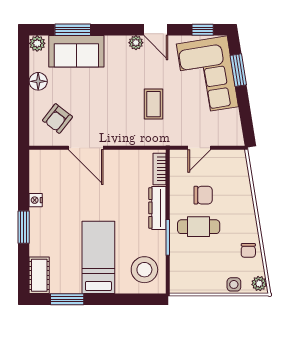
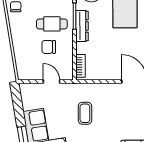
door: (199, 148) -> (51, 82), hinge flipped
dresser: (157, 208) -> (82, 26), moved

